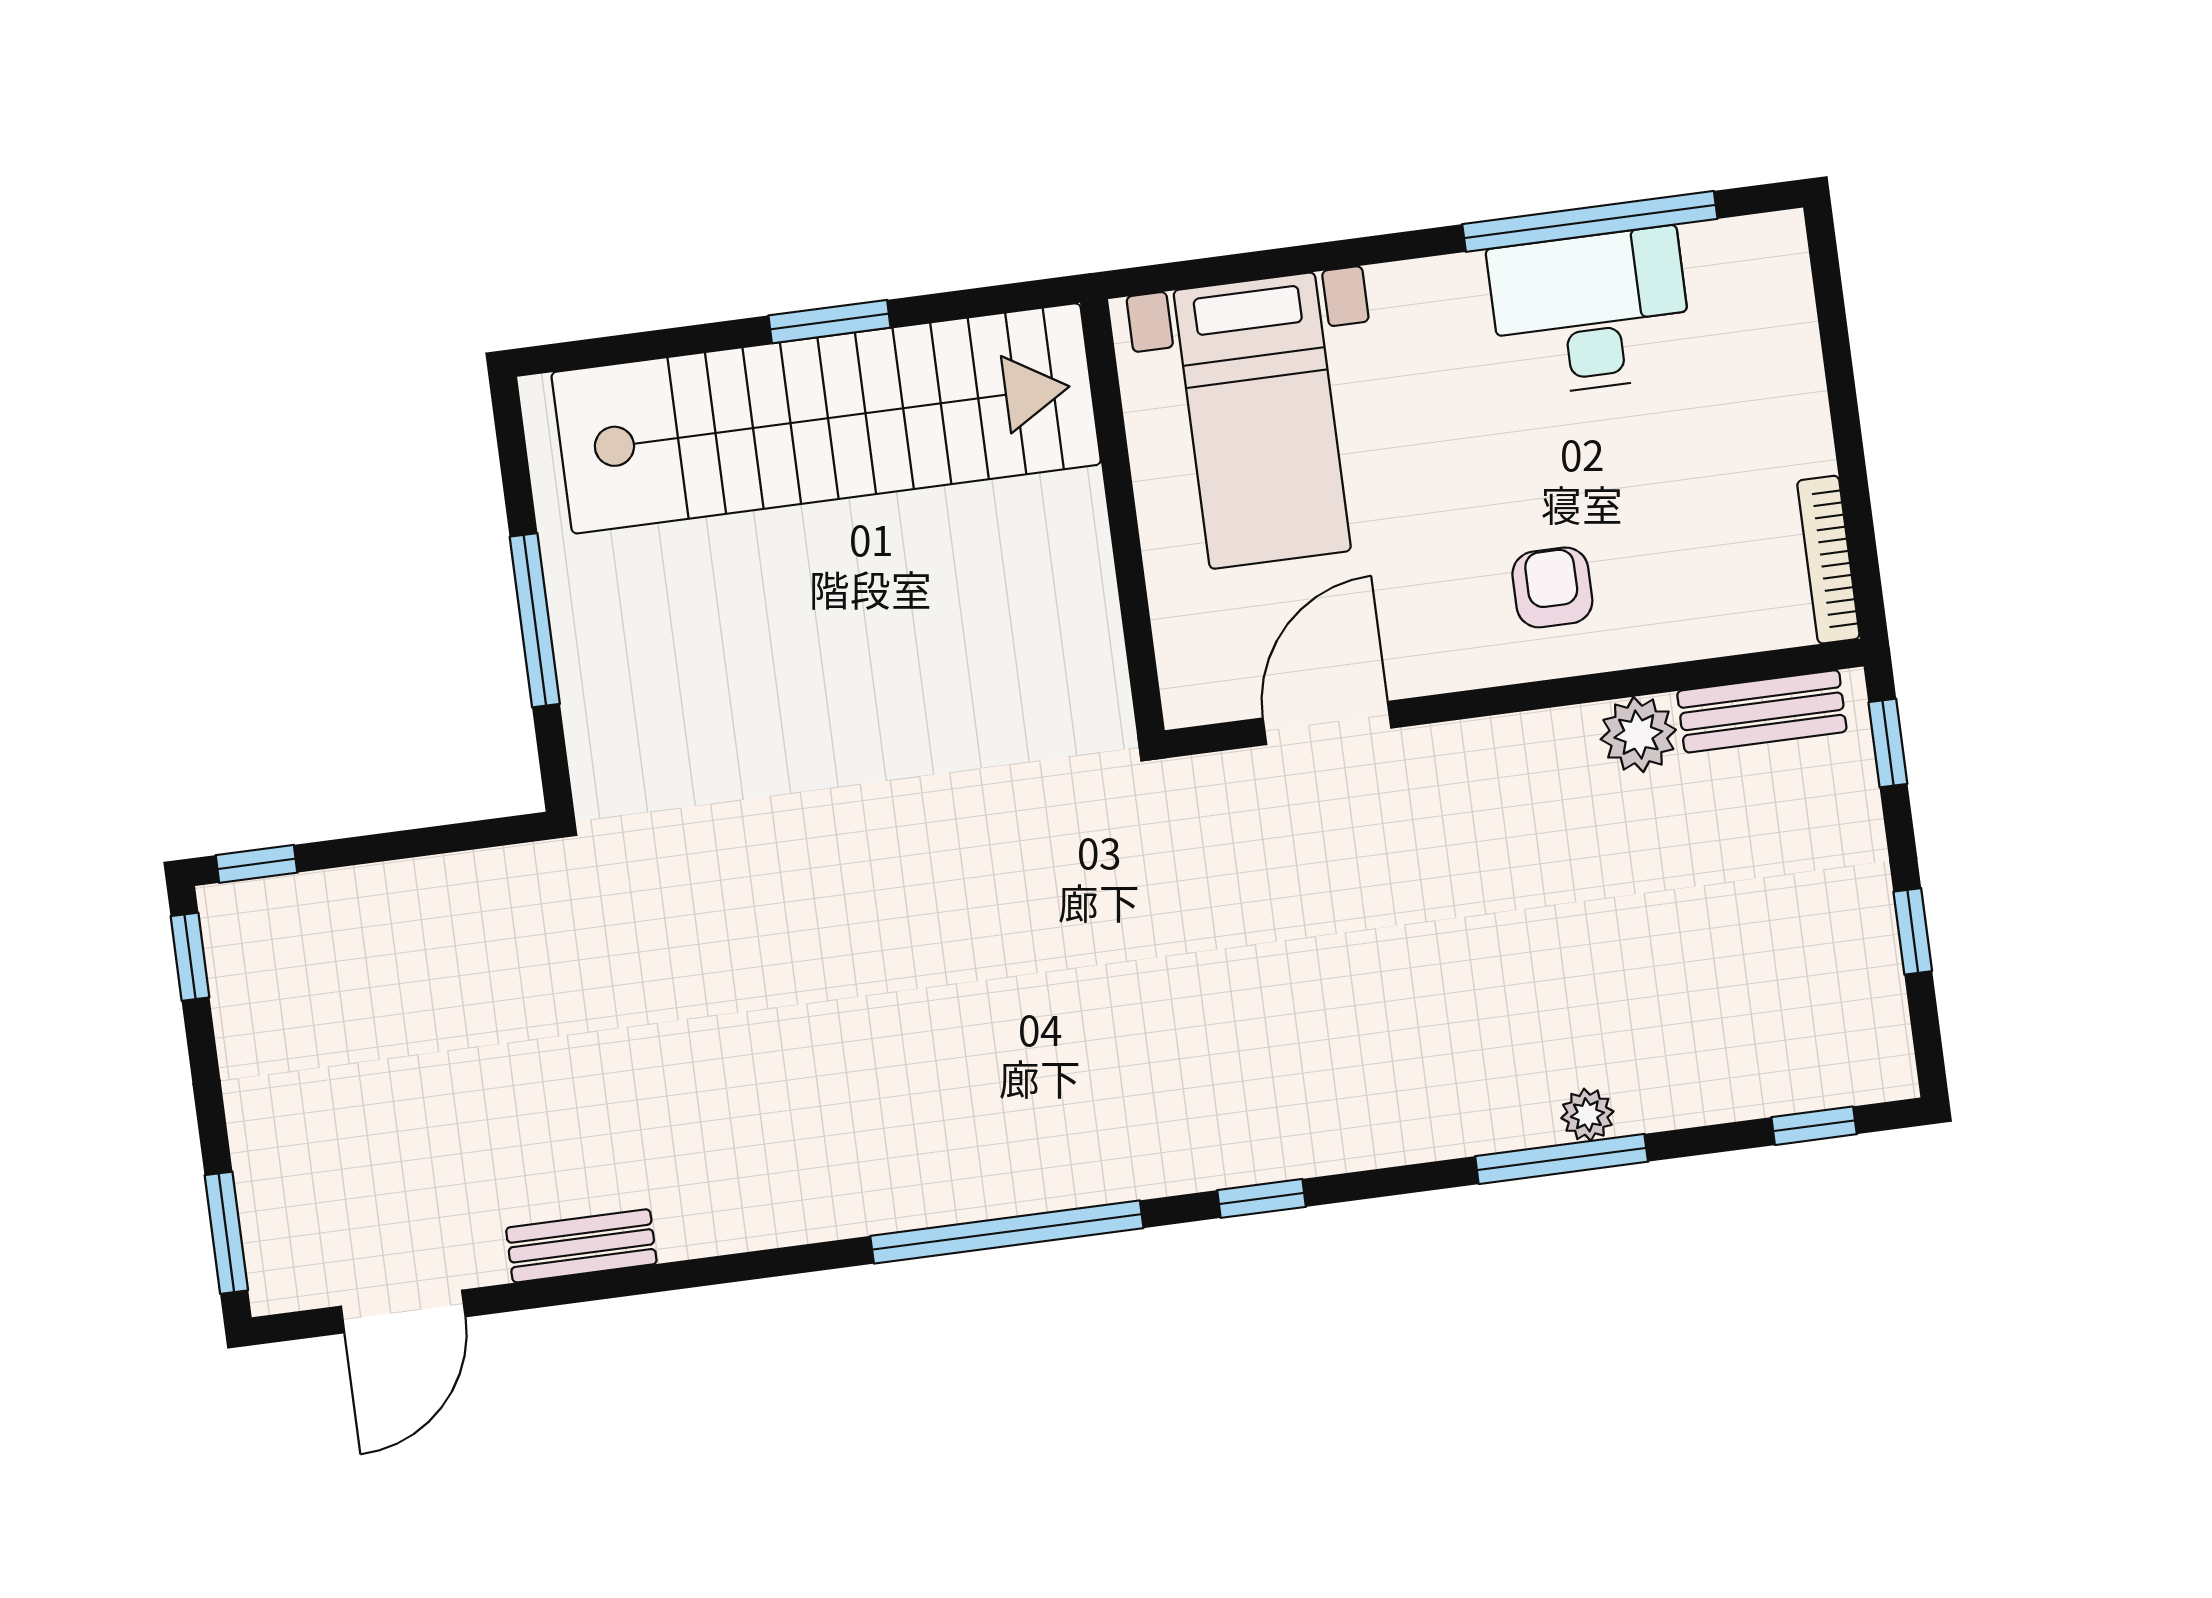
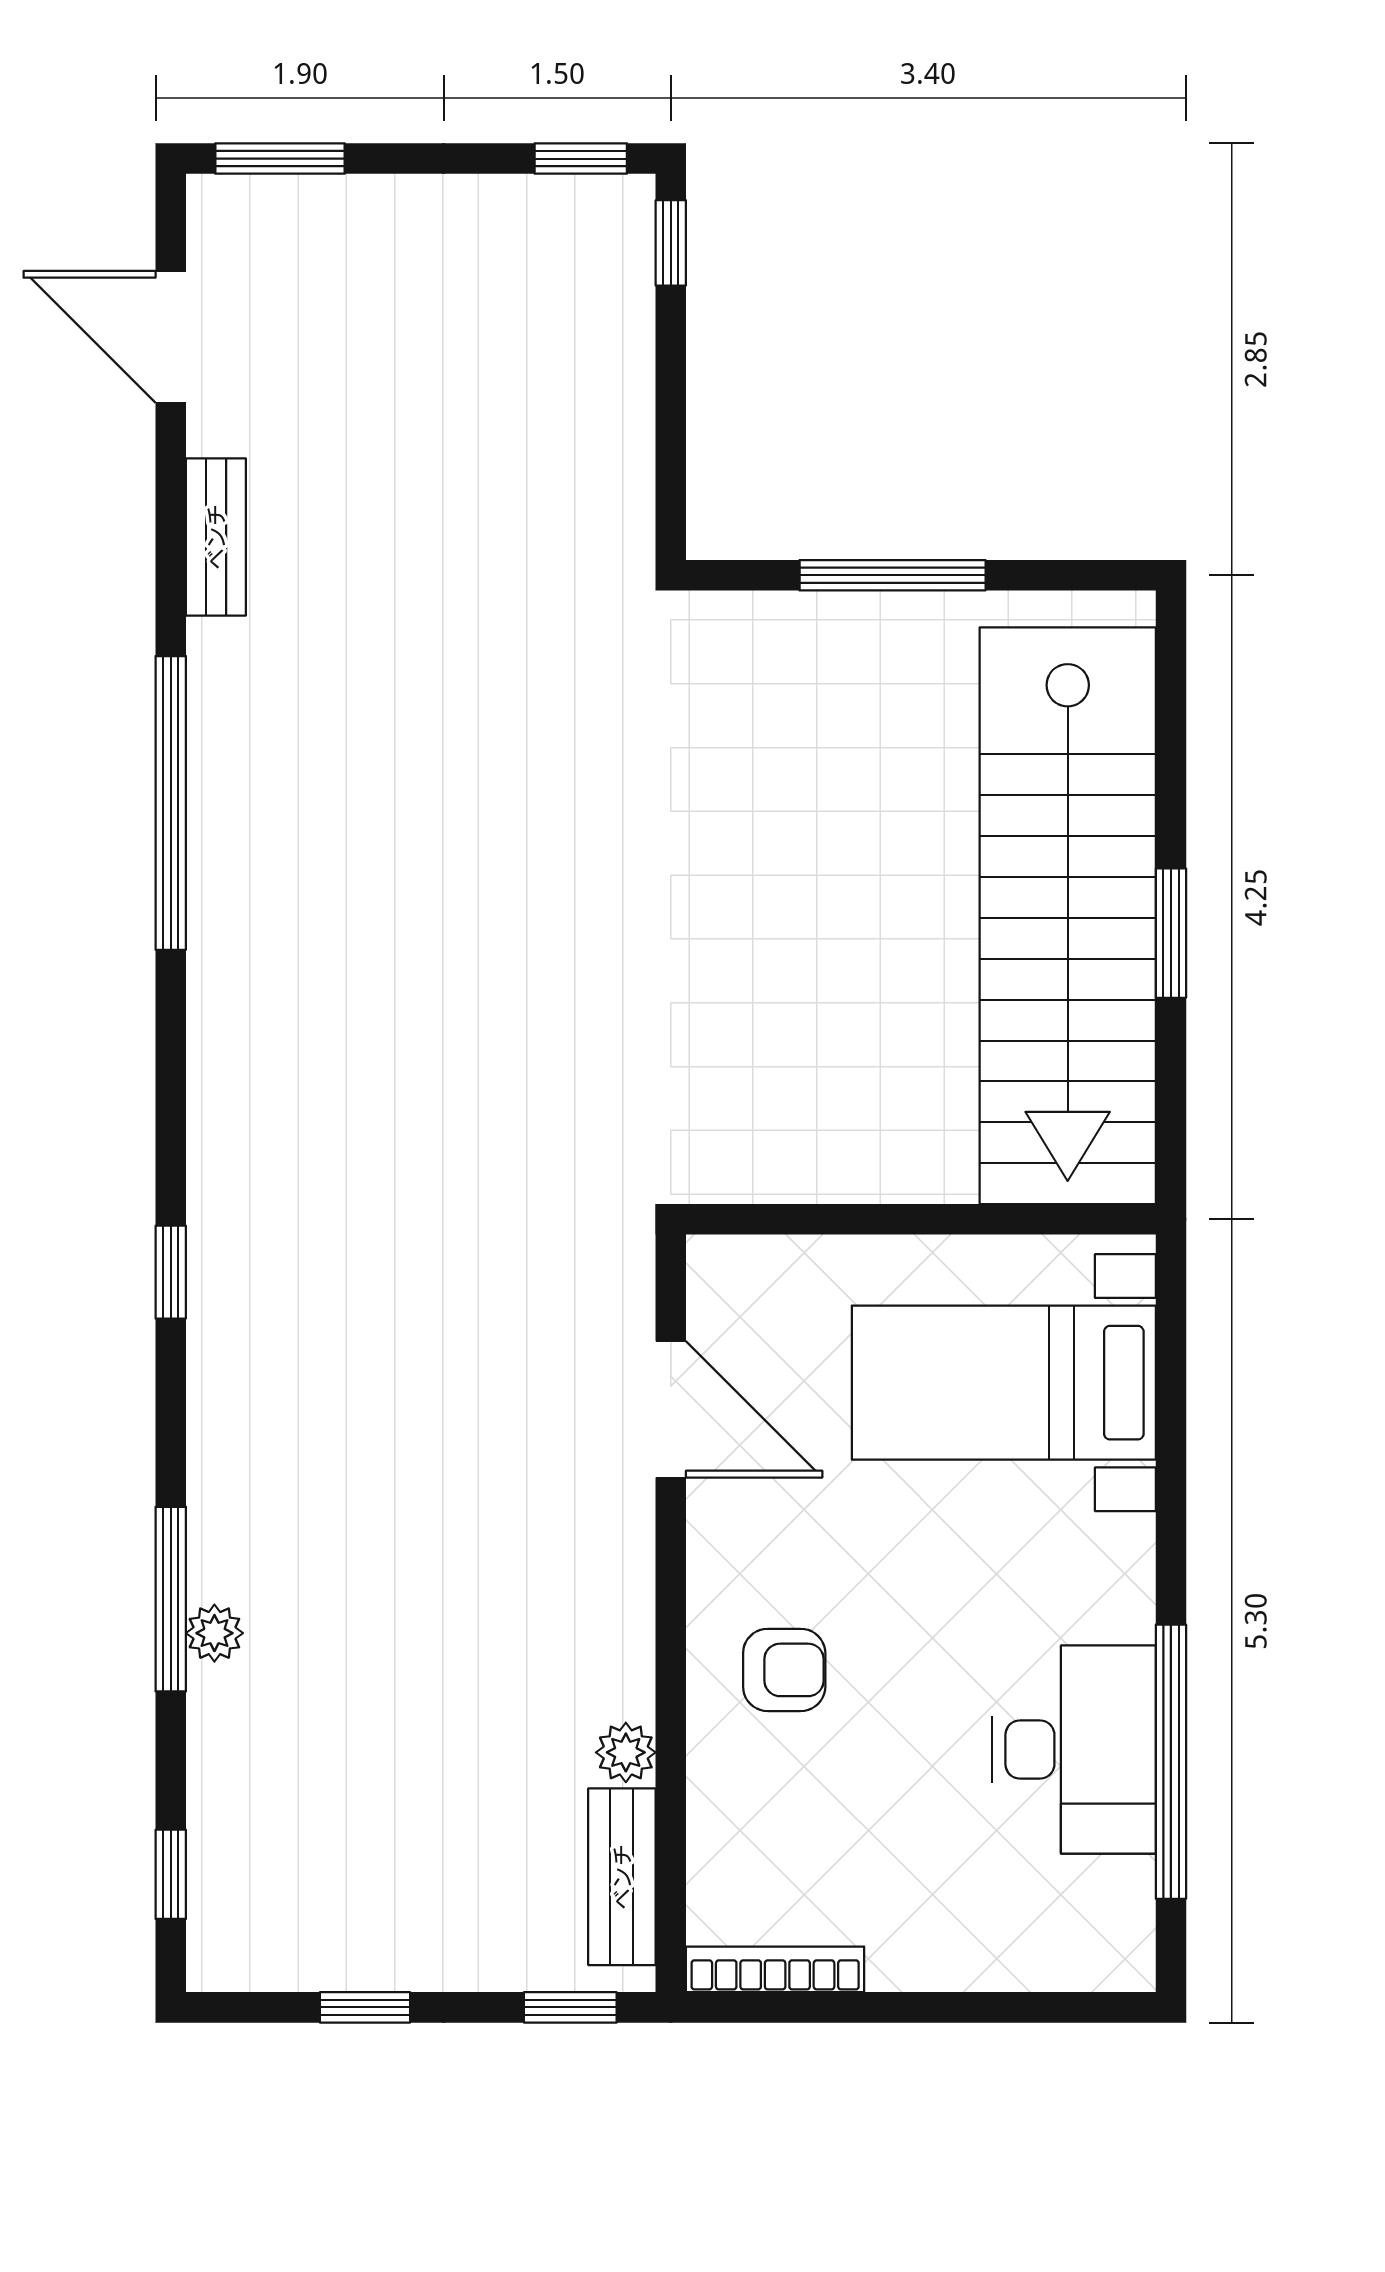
plant: (1638, 735) -> (626, 1752), width x0.73, depth x0.73
window: (1007, 1232) -> (171, 803), moved

